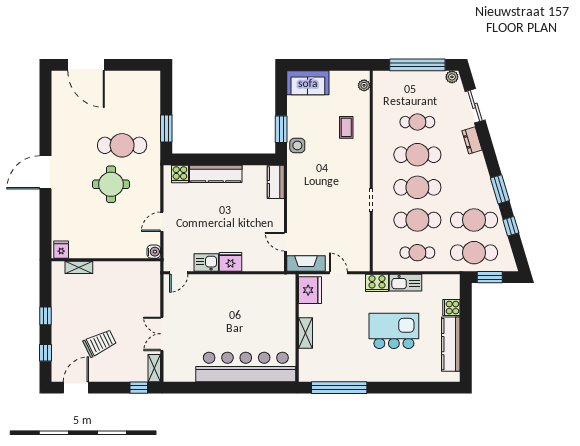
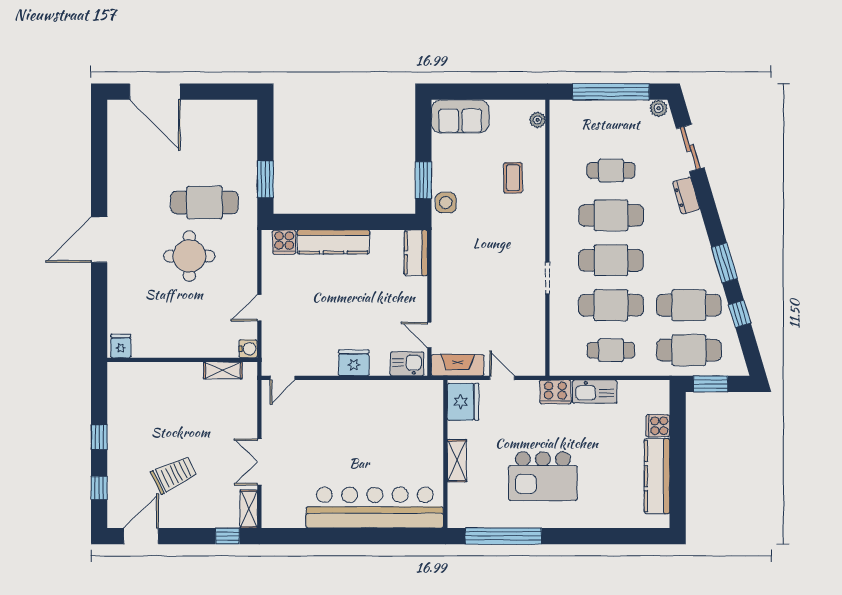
kitchen sink: (206, 263) -> (407, 364), moved
shelving: (79, 267) -> (223, 370), moved
kitchen island: (394, 331) -> (543, 476), moved, turned 180

